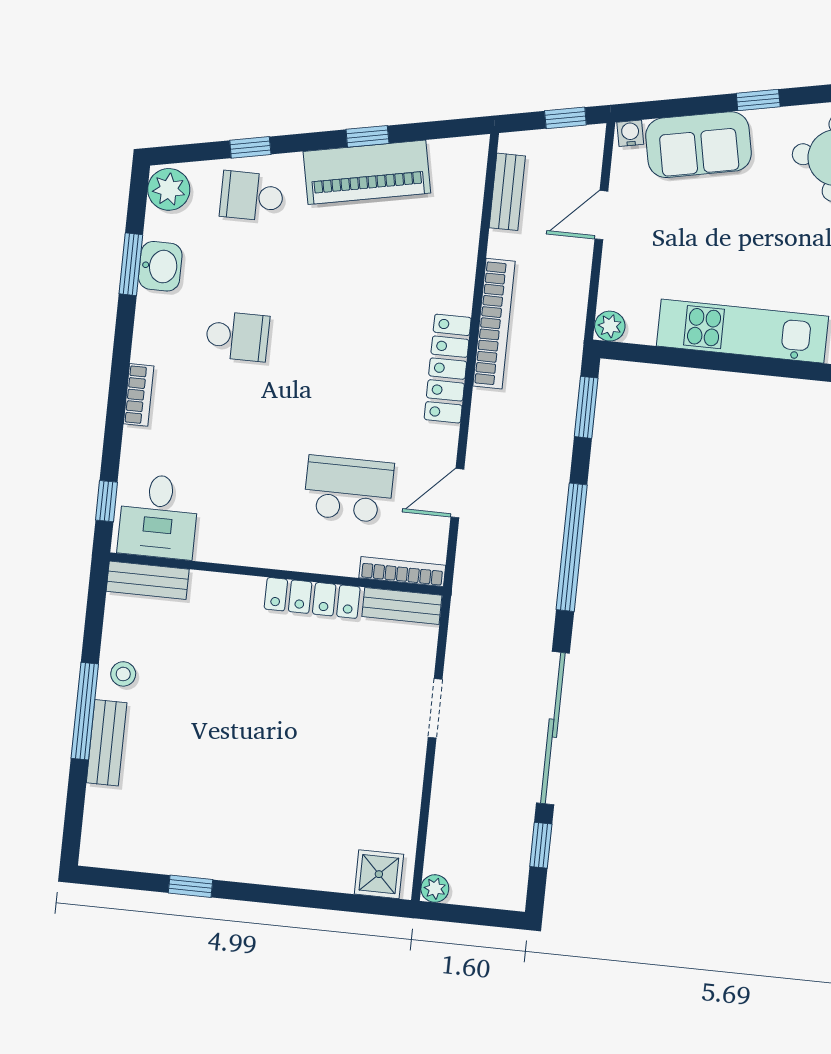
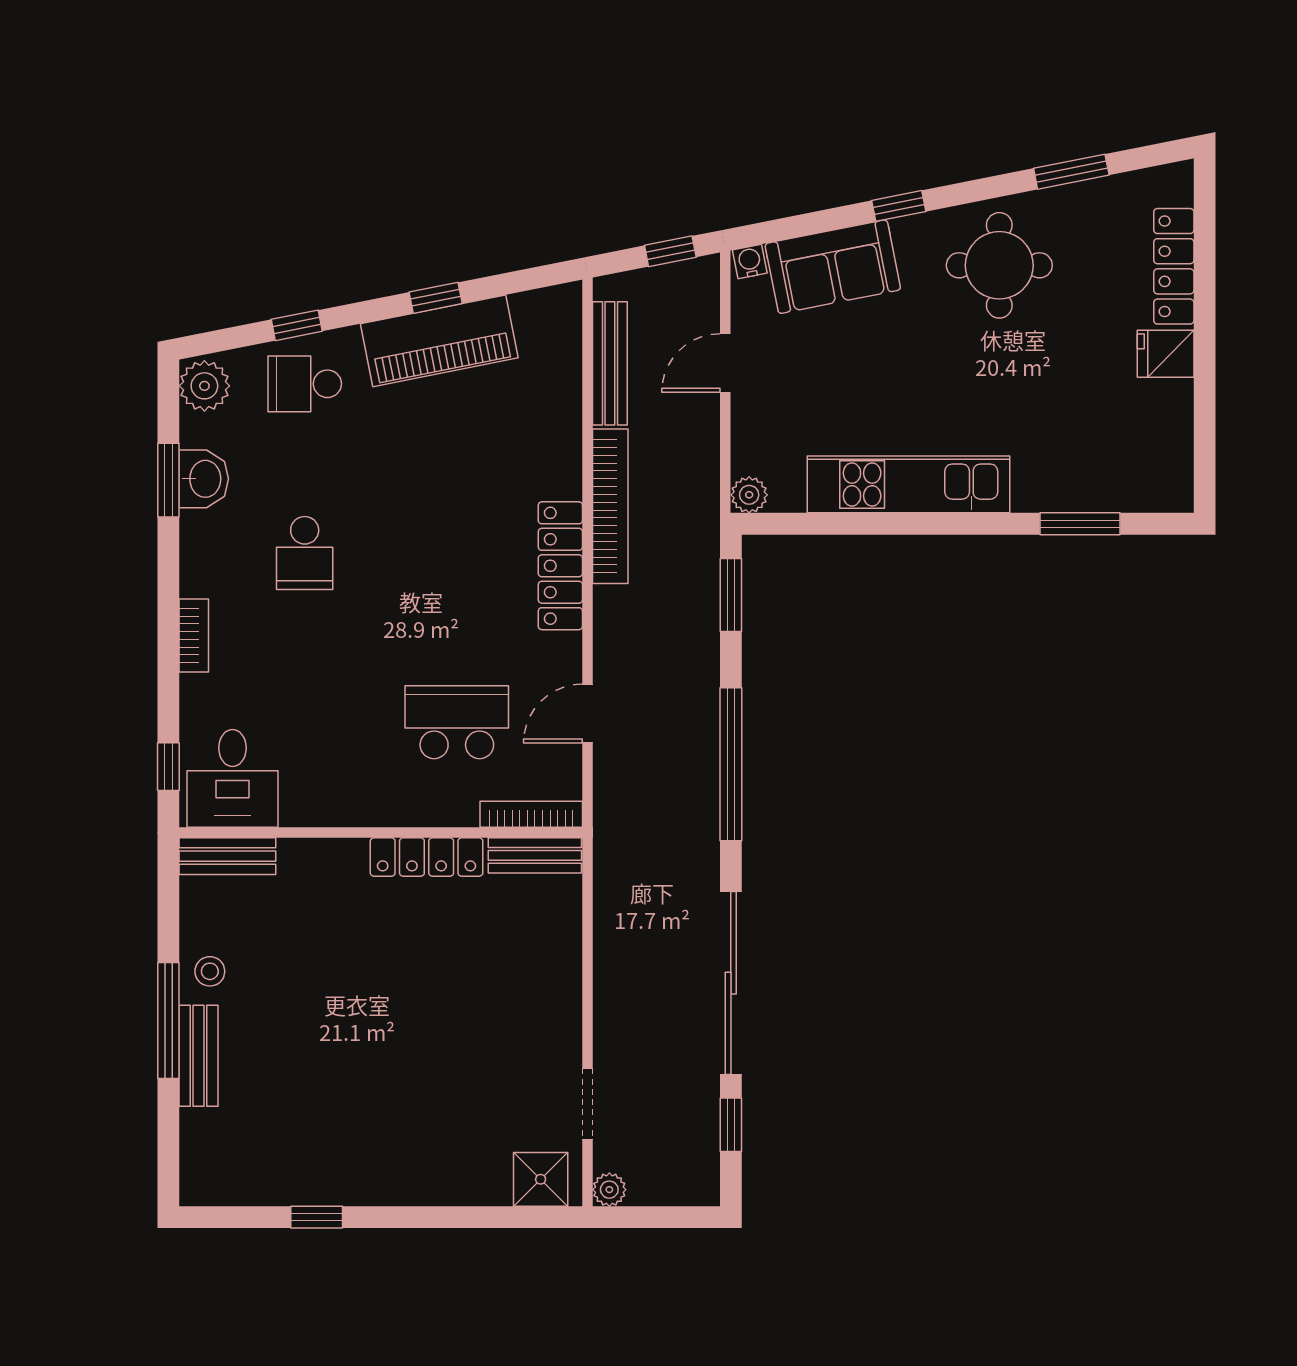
bench: (507, 192) -> (610, 363), width x1.36
school desk: (237, 336) -> (305, 553), turned 90
doorway: (435, 708) -> (587, 1104), moved

